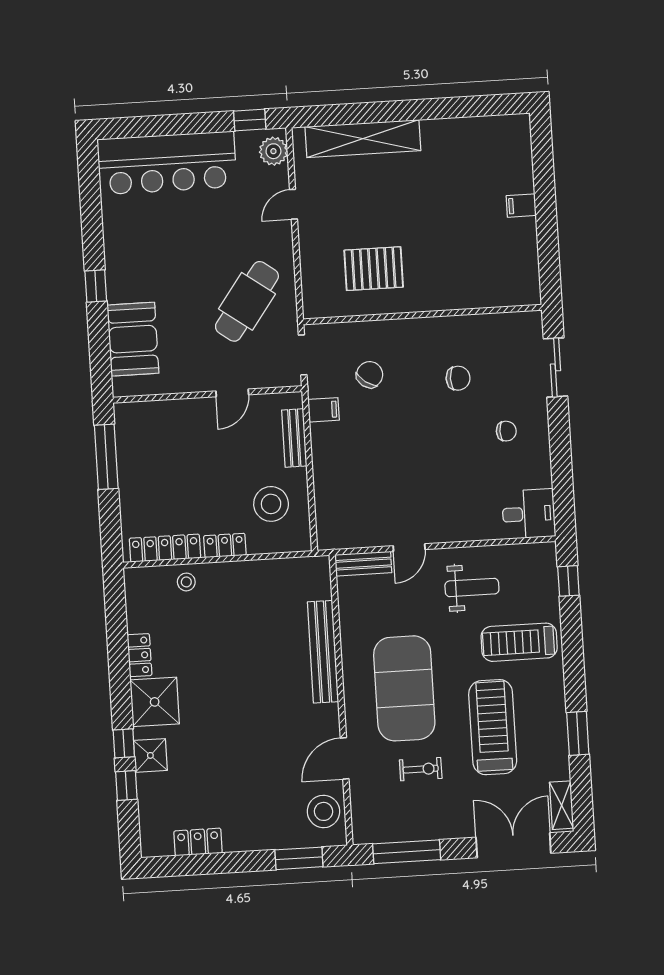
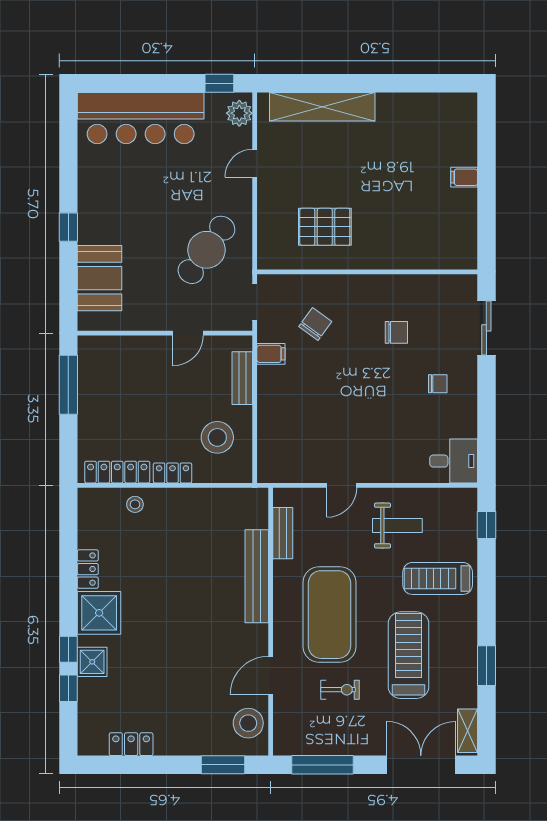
bench: (363, 564) -> (283, 533), moved, turned 90

